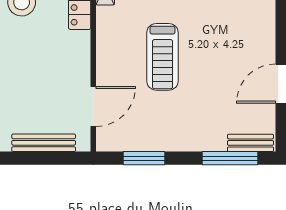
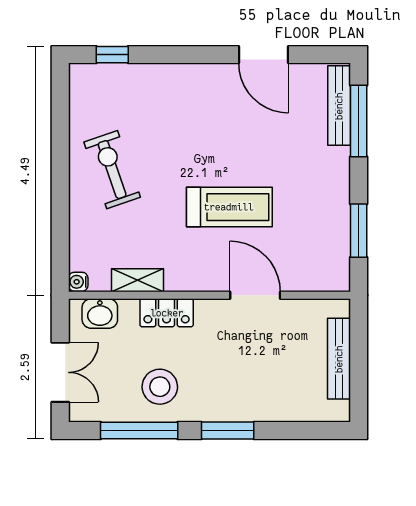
door: (93, 106) -> (255, 295), moved
bench: (250, 143) -> (339, 106), width x1.36

